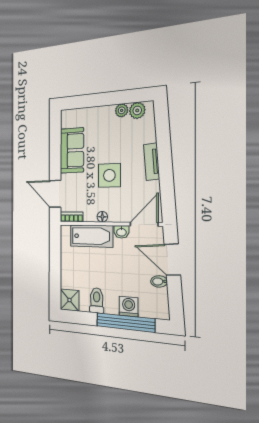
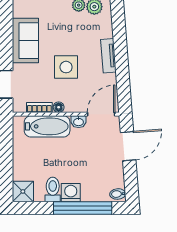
bookcase: (72, 217) -> (39, 108), moved
door: (172, 260) -> (128, 146), swing flipped
bidet: (159, 281) -> (118, 194), moved
washing machine: (129, 307) -> (71, 193), moved

